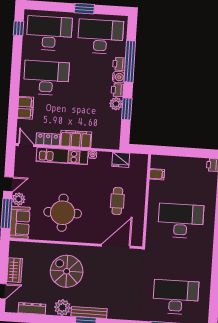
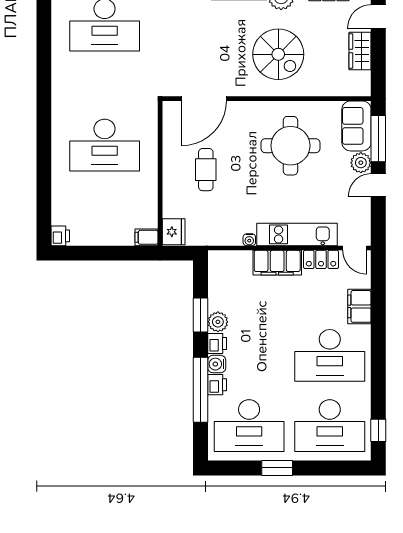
fridge: (121, 160) -> (174, 232), moved, turned 90
filing cabinet: (157, 174) -> (147, 237), moved

